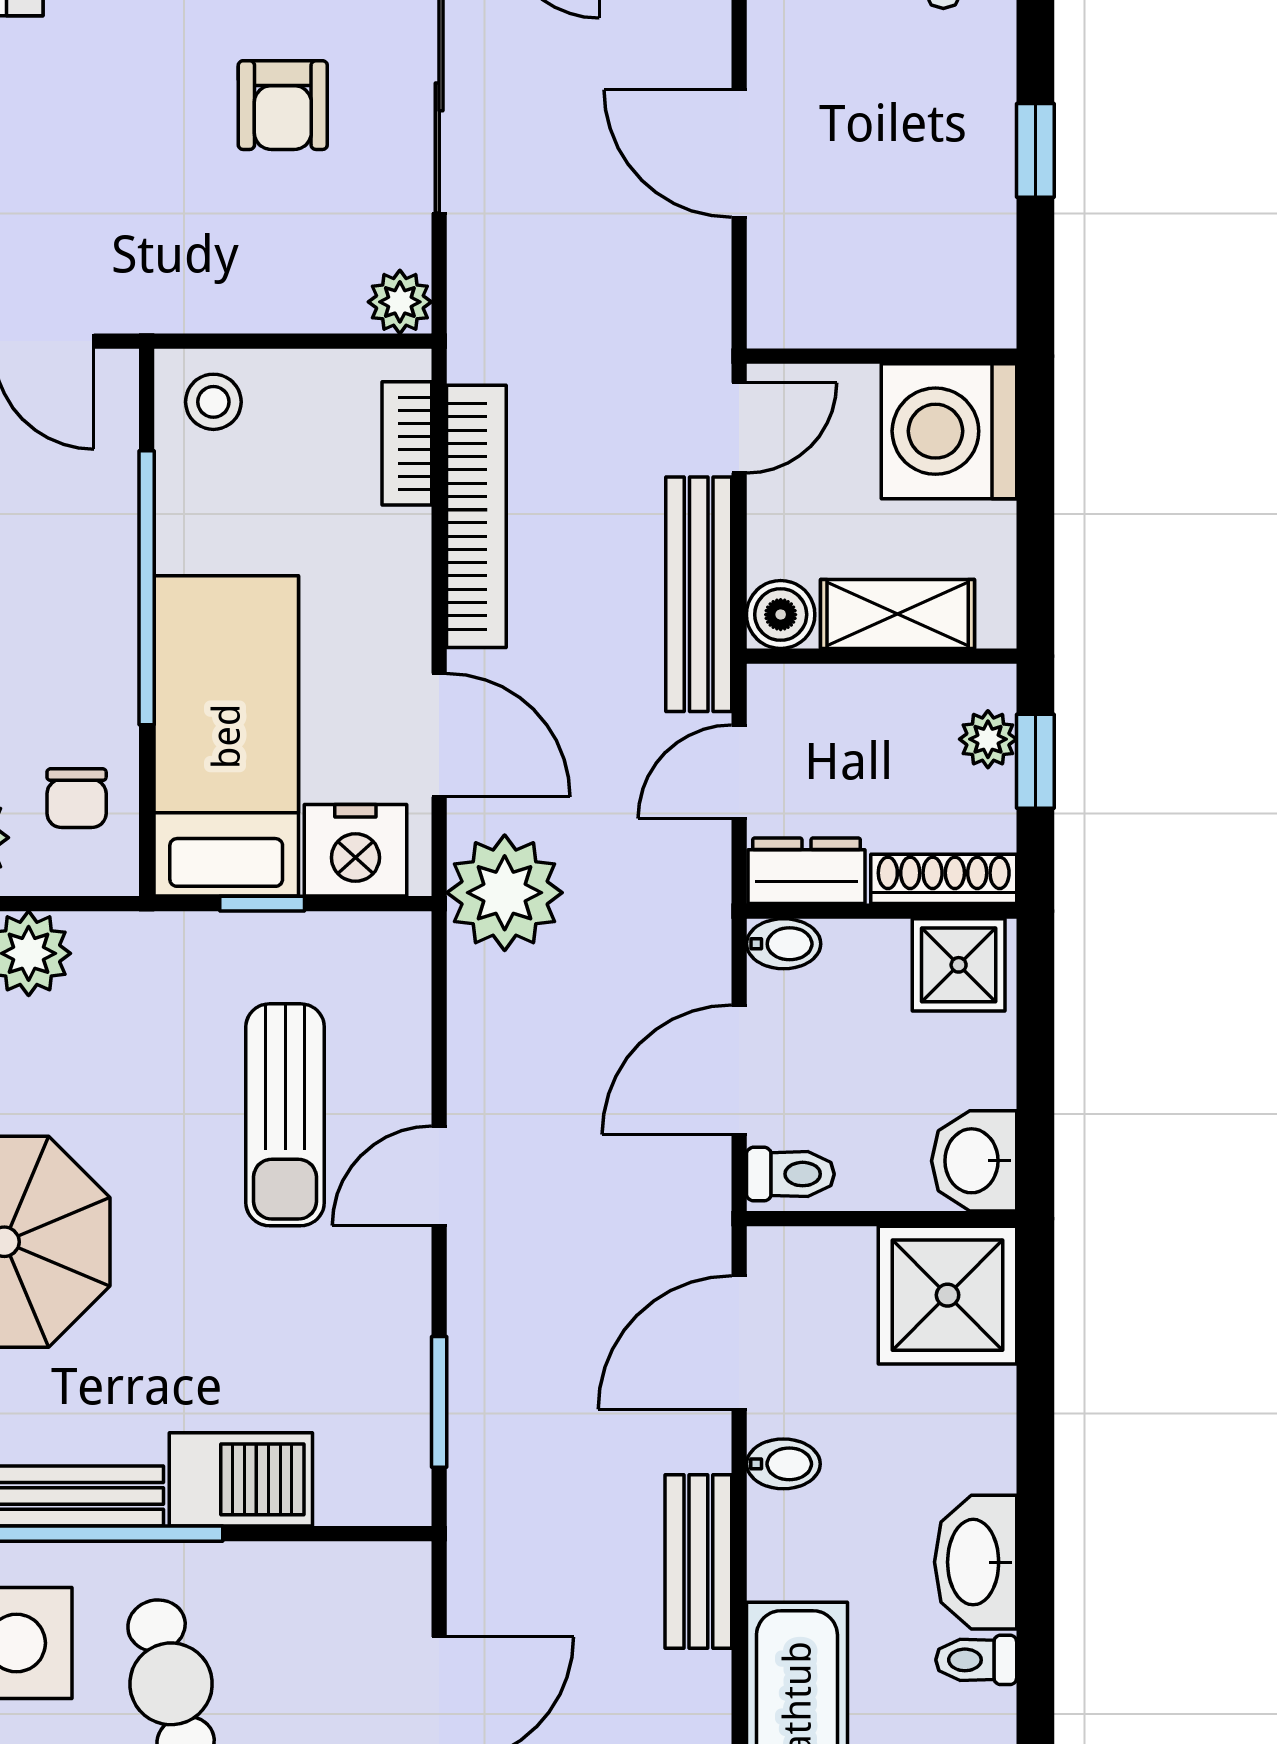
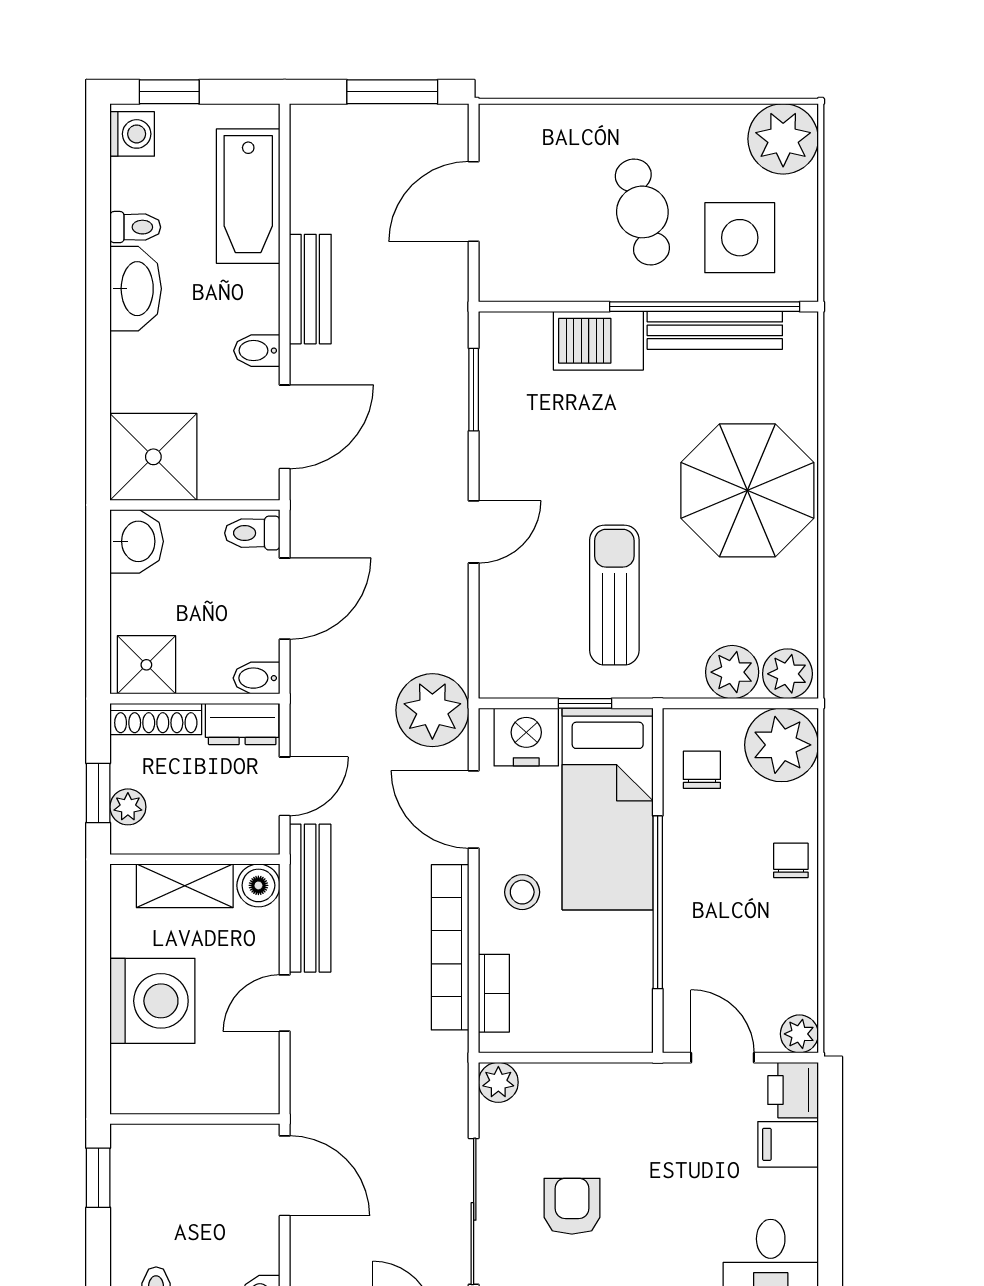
wall: (882, 356) -> (195, 1119), moved
stool: (213, 402) -> (522, 892), moved
sun lounger: (285, 1115) -> (614, 595), moved

